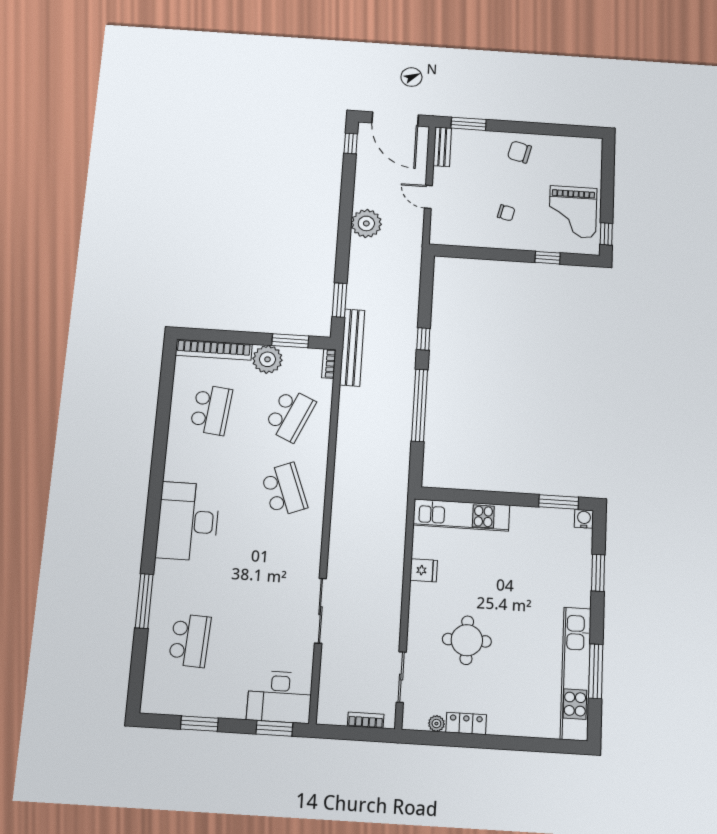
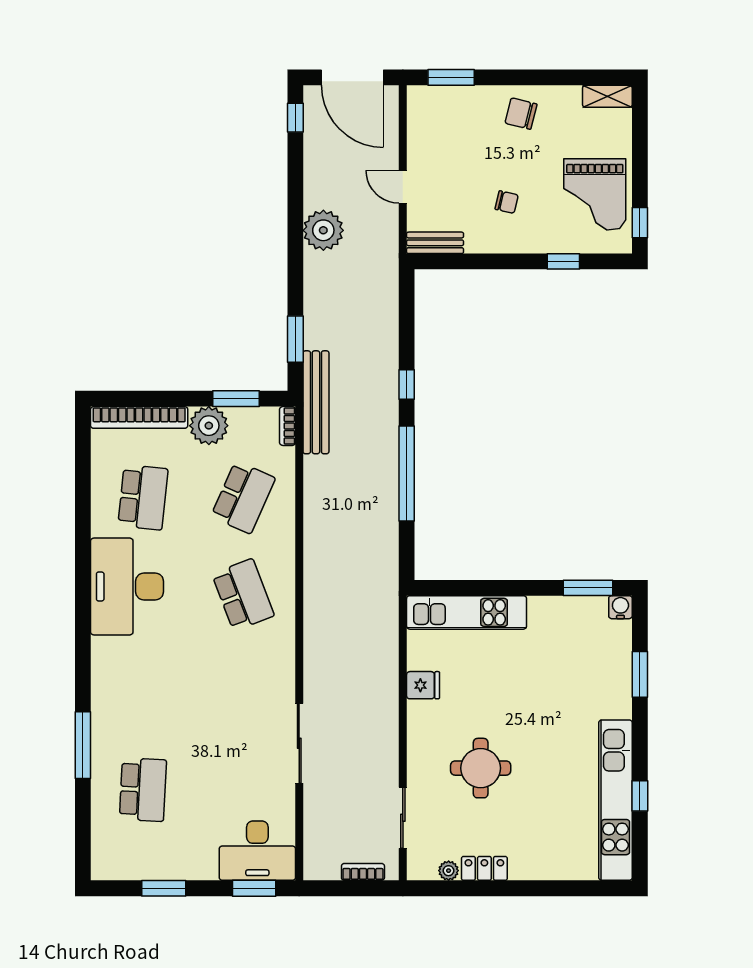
shelving: (584, 145) -> (607, 96), added
bench: (442, 147) -> (435, 243), moved, turned 90
desk: (188, 521) -> (127, 587), moved
window: (596, 671) -> (640, 796), width x0.46

